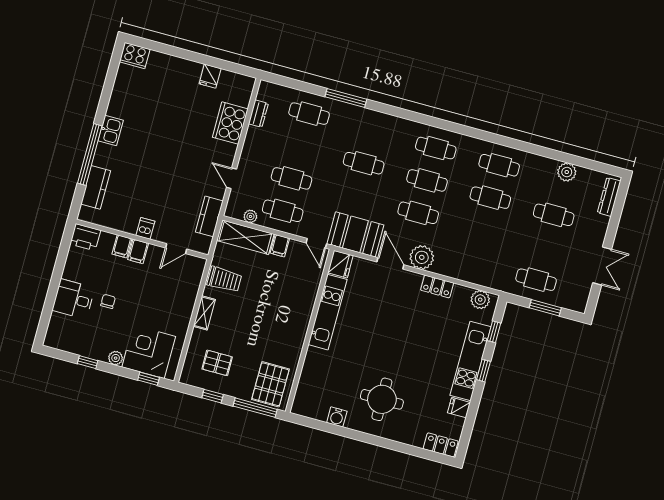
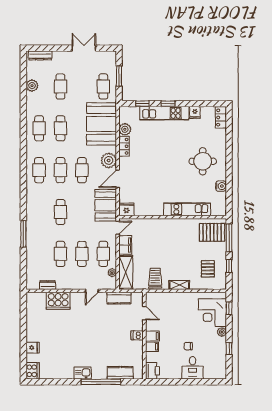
fridge: (210, 76) -> (33, 348), moved
cafe table: (309, 114) -> (60, 254), moved
filing cabinet: (280, 246) -> (125, 245), width x2.00
booth: (480, 262) -> (101, 124), added
plant: (480, 300) -> (125, 129), moved
kitchen unit: (328, 312) -> (187, 209), moved

